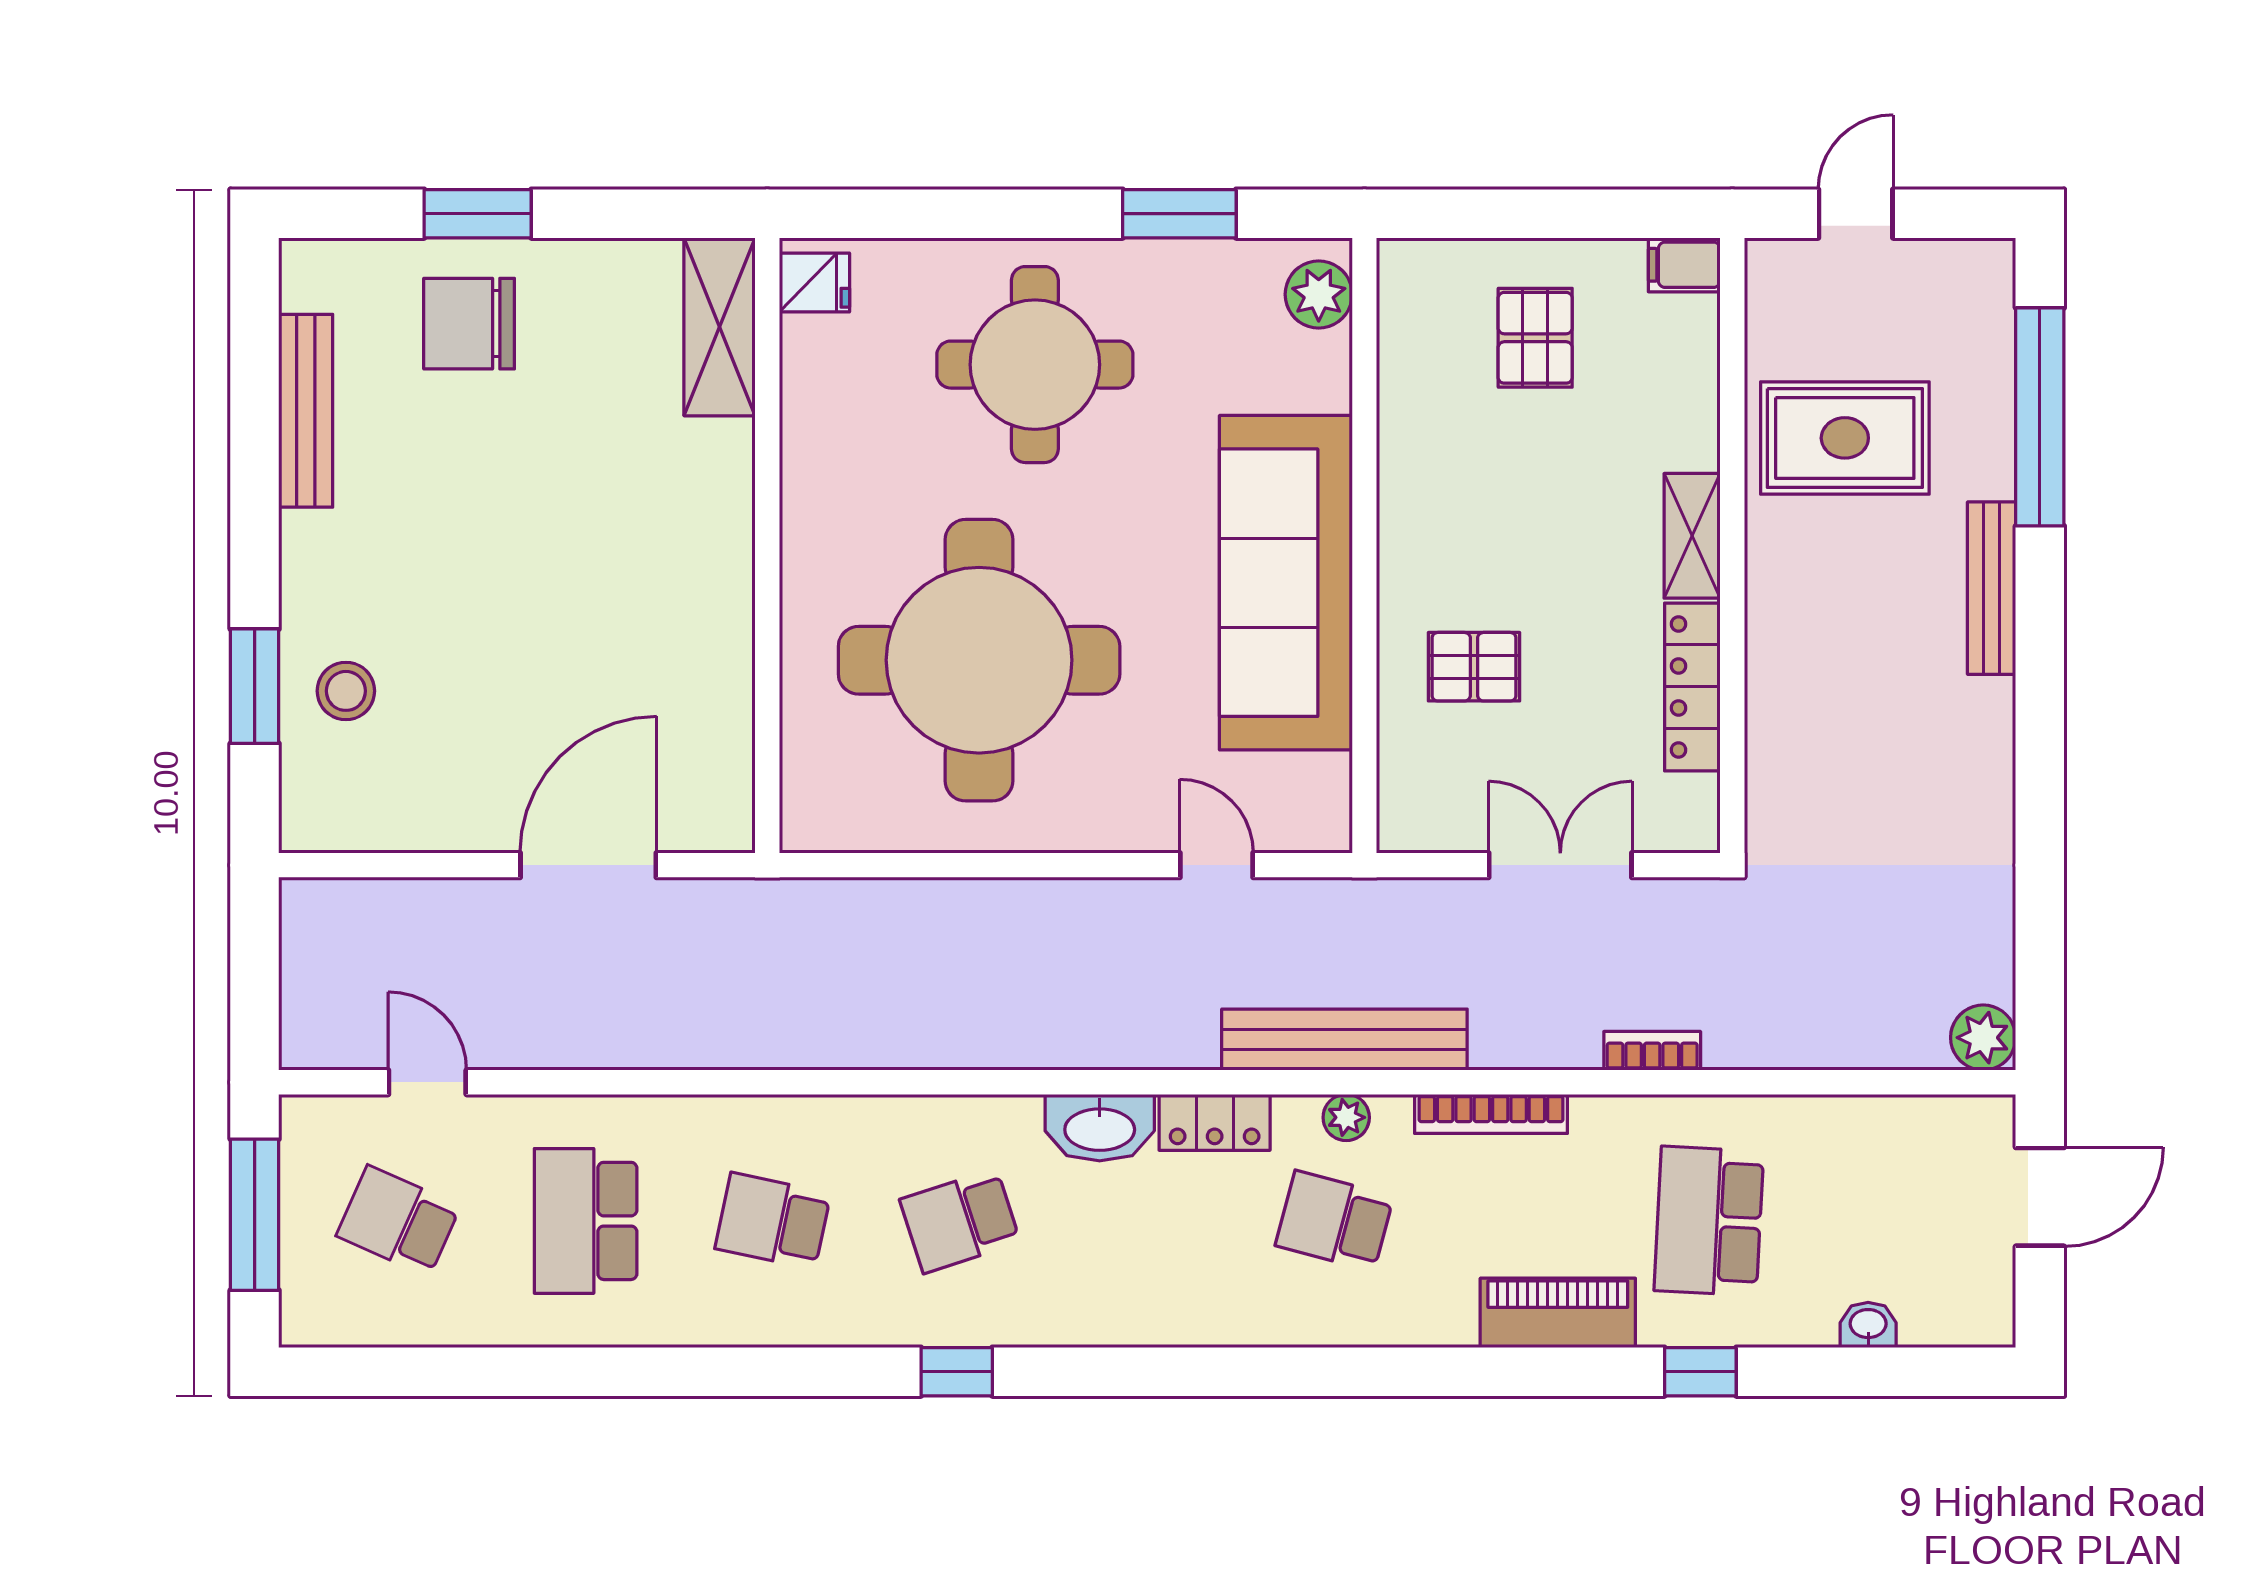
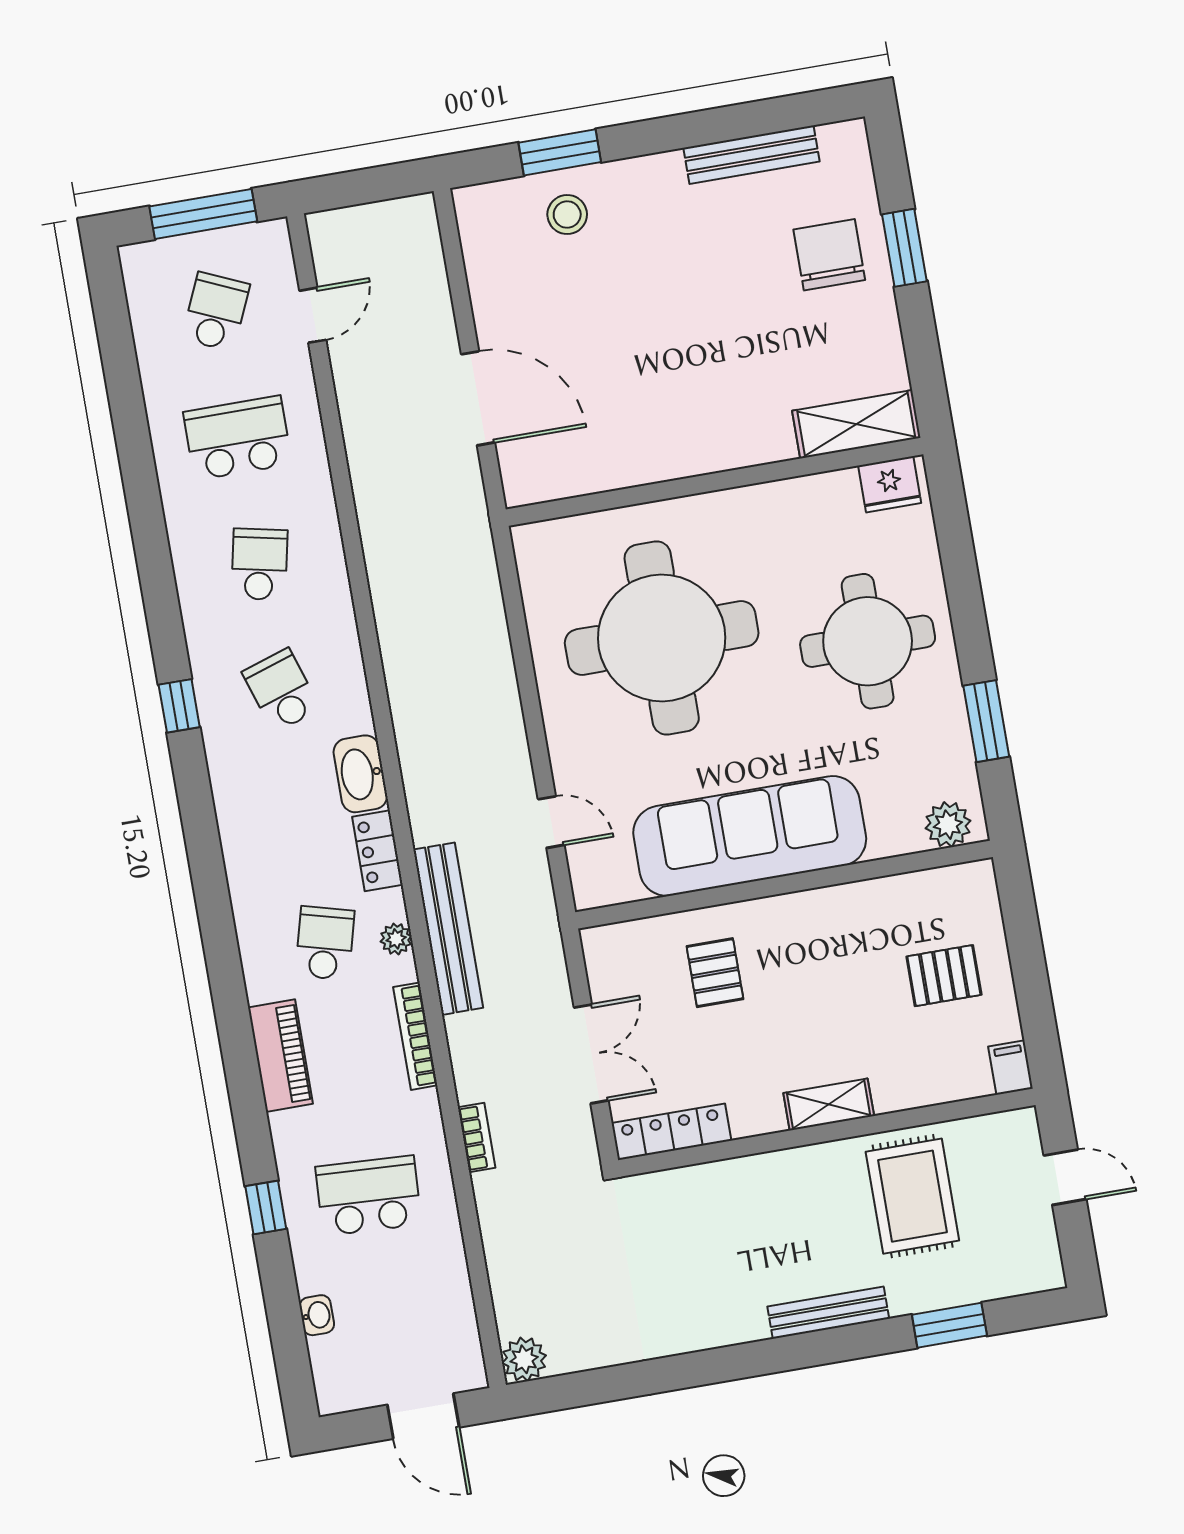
fridge: (814, 282) -> (890, 484), width x1.38
window: (2040, 417) -> (949, 1325), width x0.47
locker: (1692, 687) -> (671, 1132), moved
door: (1216, 865) -> (551, 822), hinge flipped
piano: (1558, 1313) -> (280, 1056), moved

